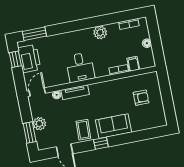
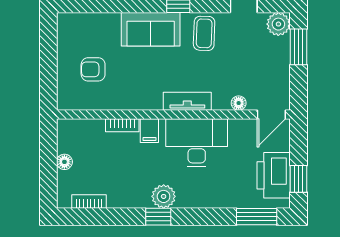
window: (89, 23) -> (158, 217), added
plant: (100, 32) -> (164, 196), moved
filing cabinet: (133, 64) -> (149, 131), moved
desk: (80, 67) -> (197, 143), width x1.37
tv unit: (75, 92) -> (187, 101), moved
plant: (39, 124) -> (278, 24), moved

